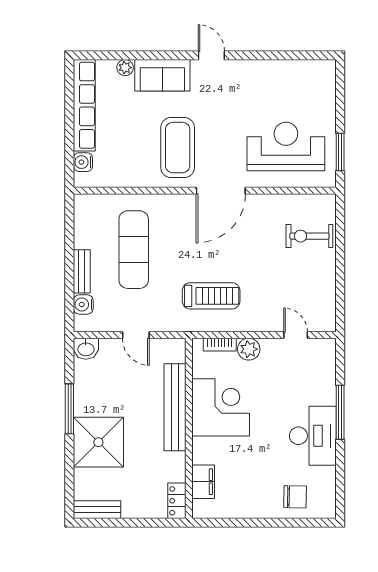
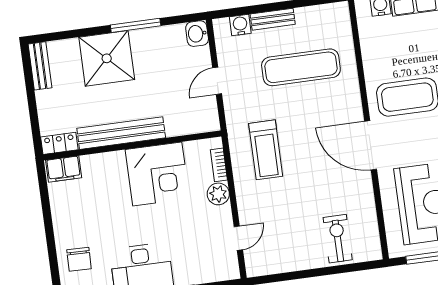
bench: (175, 407) -> (121, 133), moved
filing cabinet: (203, 482) -> (64, 169), moved

